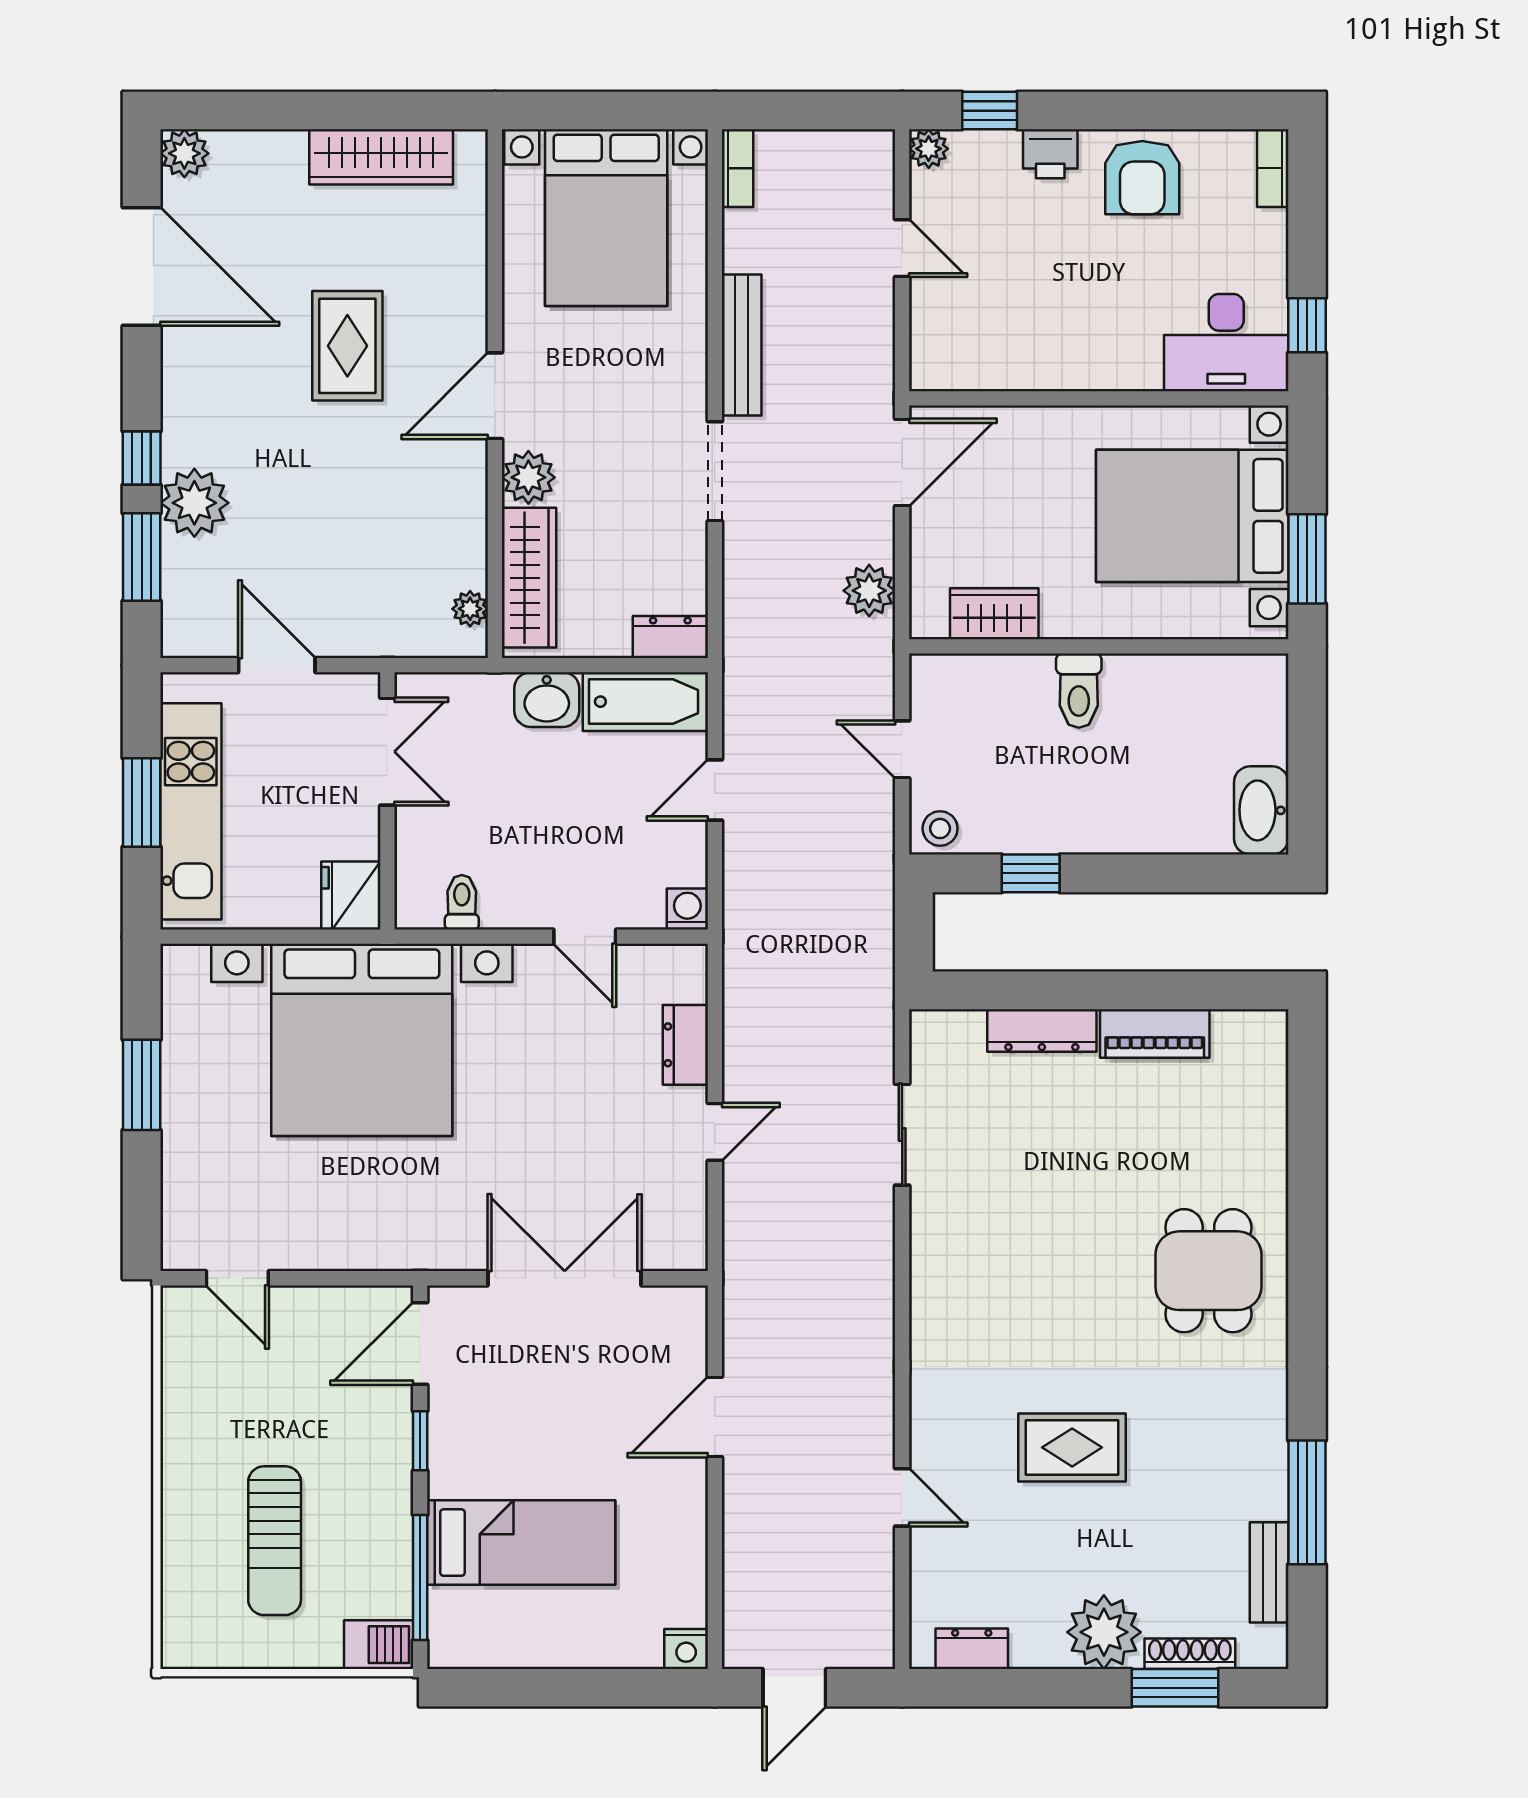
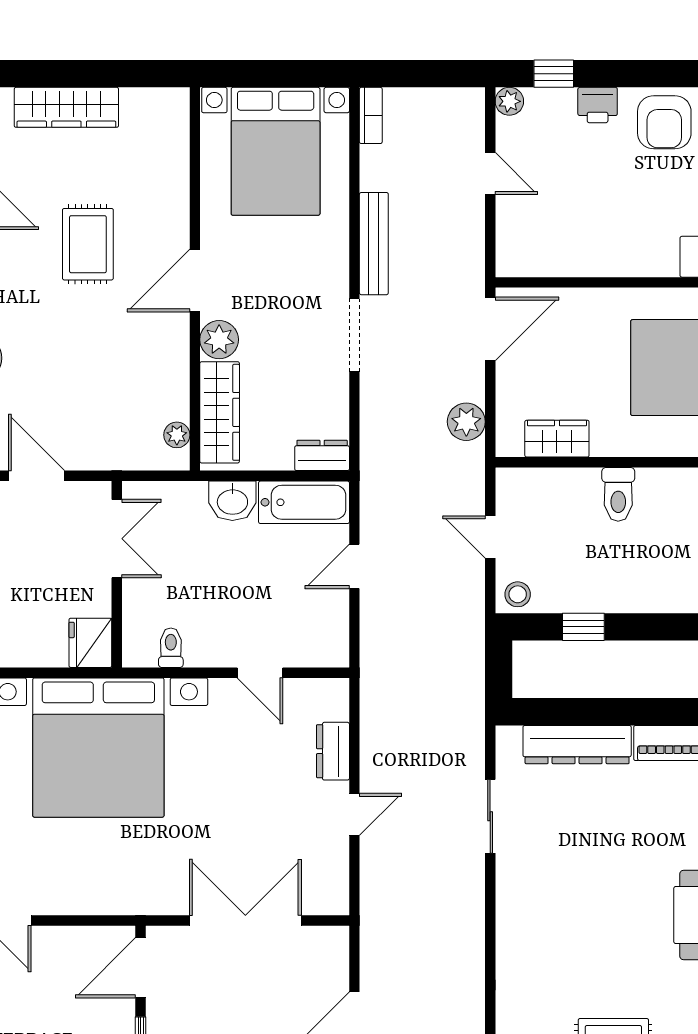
wardrobe: (381, 157) -> (66, 107), moved
washing machine: (687, 909) -> (334, 653), removed
dresser: (1042, 1030) -> (577, 745), width x1.37, depth x1.24

